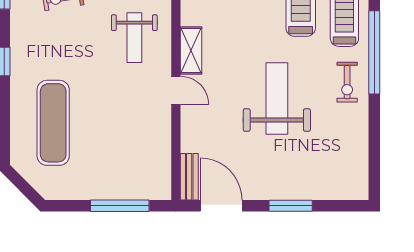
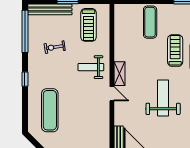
weight bench: (134, 38) -> (91, 67), turned 90

